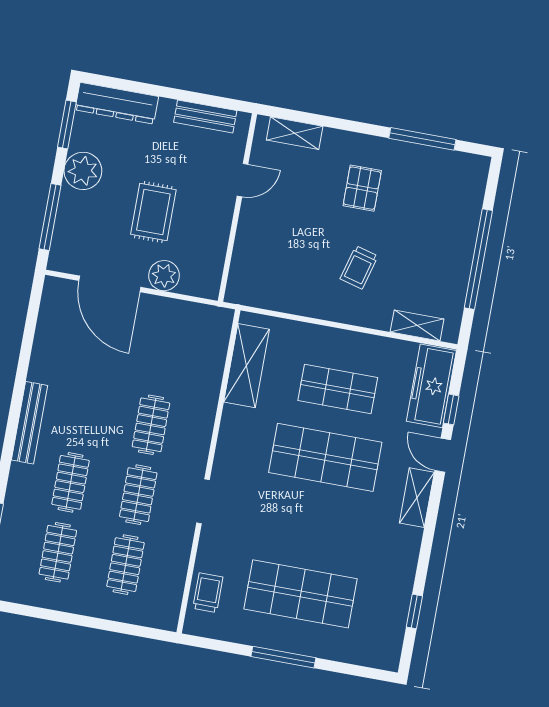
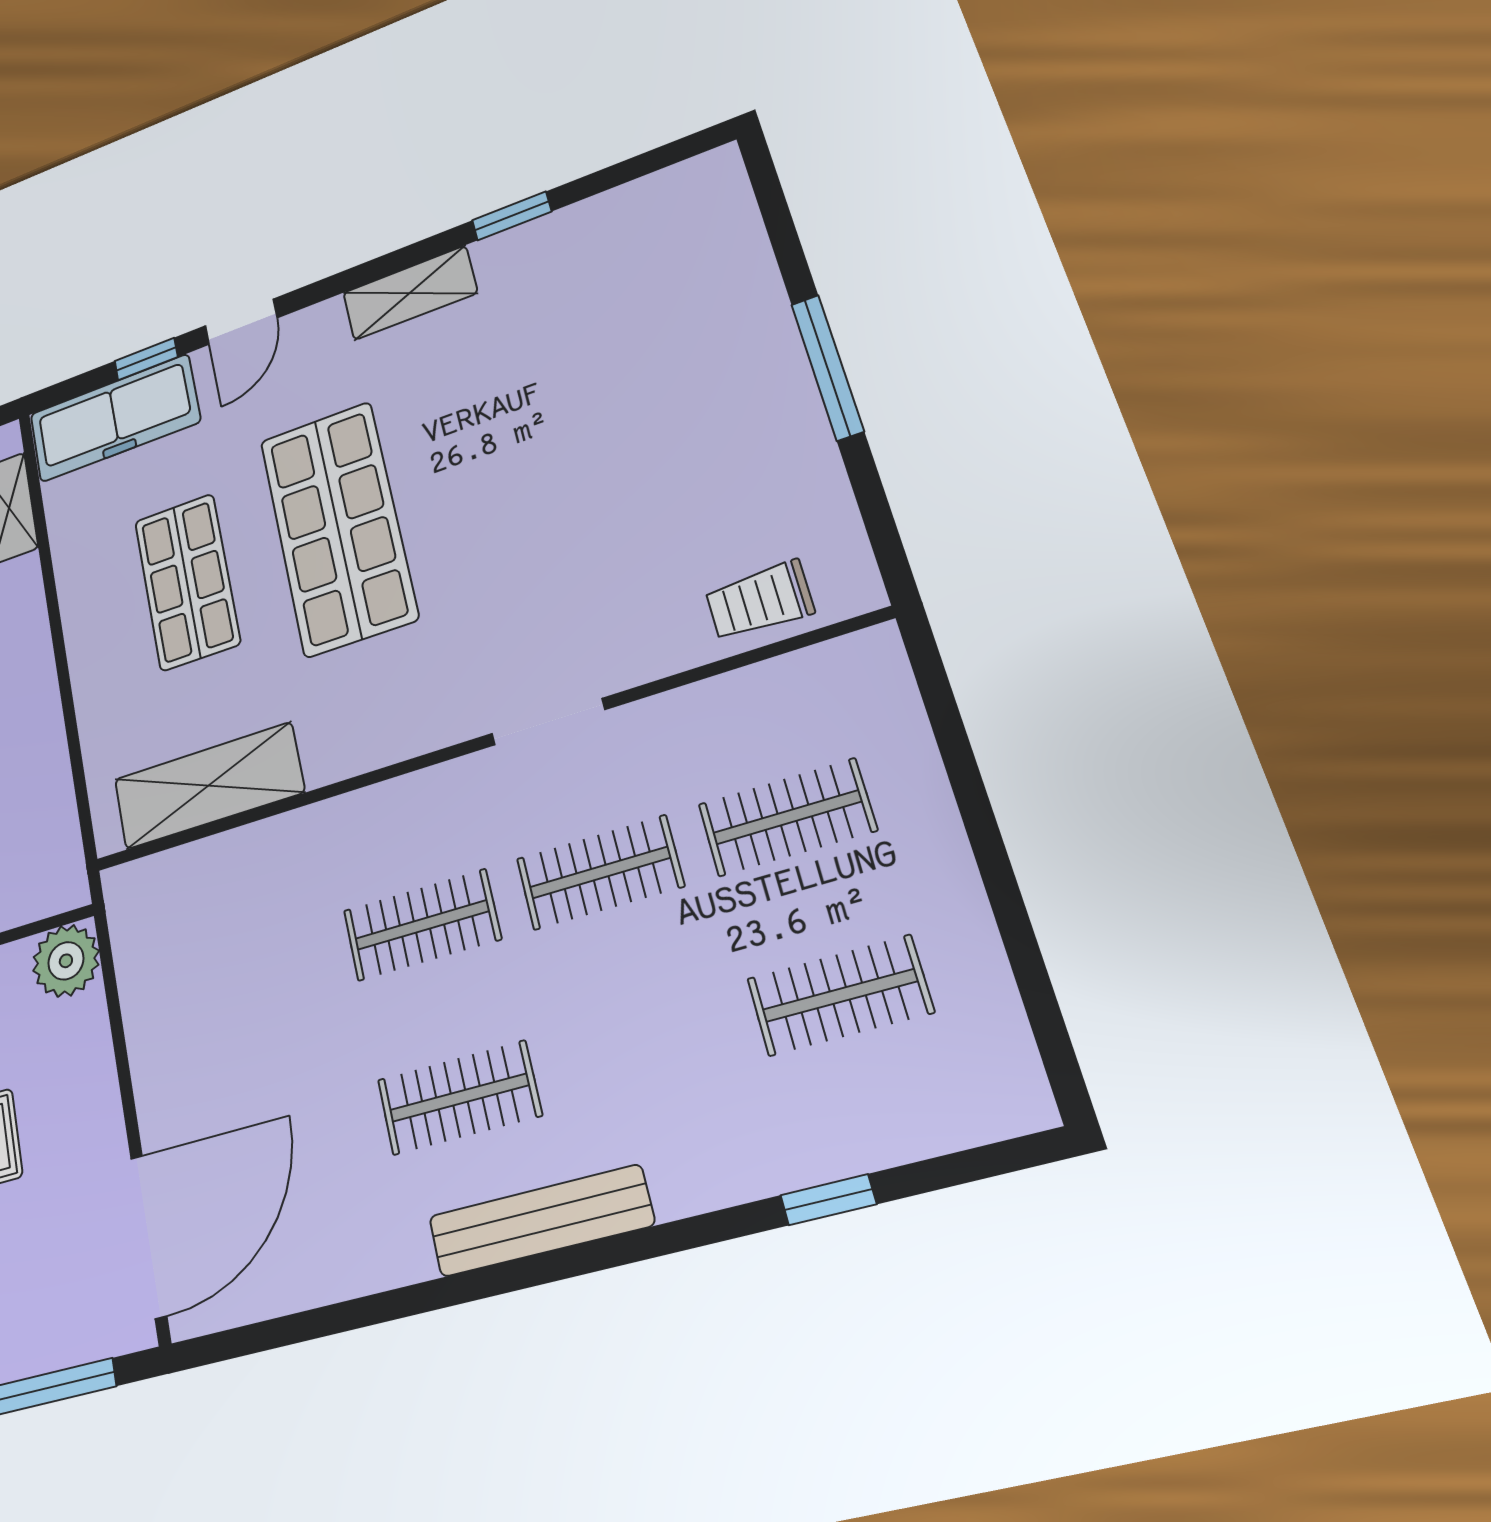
plant: (164, 276) -> (66, 961), moved
door: (110, 284) -> (149, 1236), moved
clothes rail: (71, 482) -> (459, 1098), moved
shelving: (417, 498) -> (410, 293), moved
shop shelf: (301, 594) -> (661, 413), removed
window: (414, 611) -> (512, 216), moved

